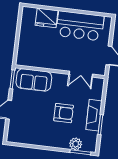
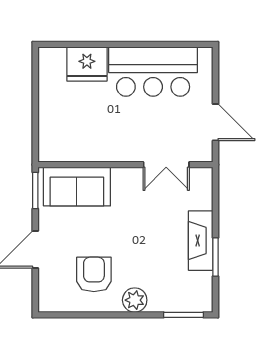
armchair: (64, 113) -> (94, 274), moved, turned -90
plant: (76, 144) -> (135, 300), moved

